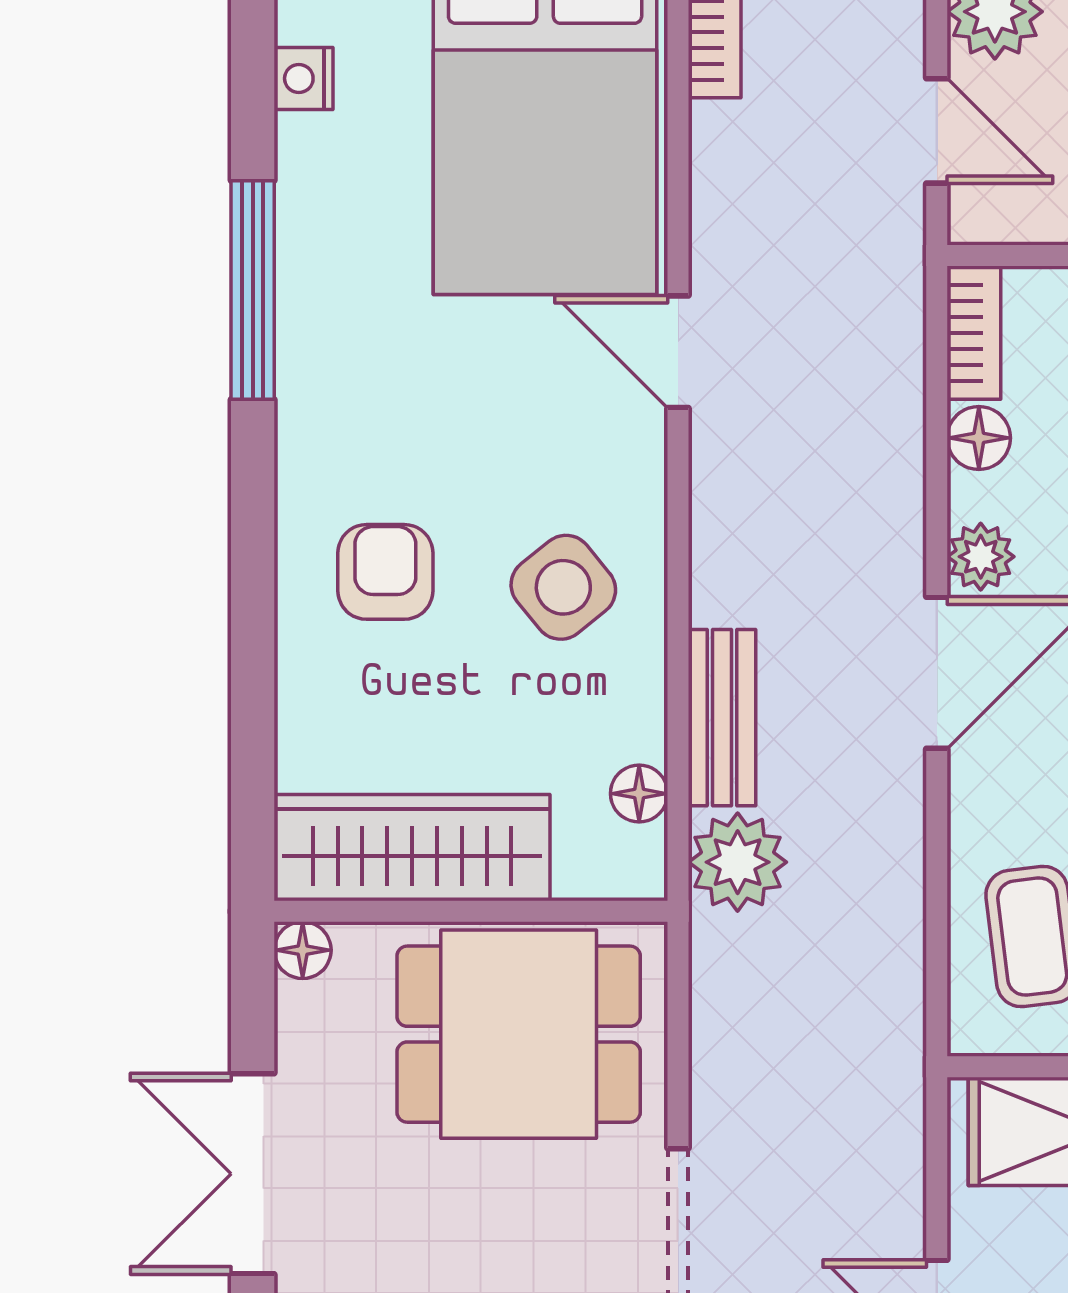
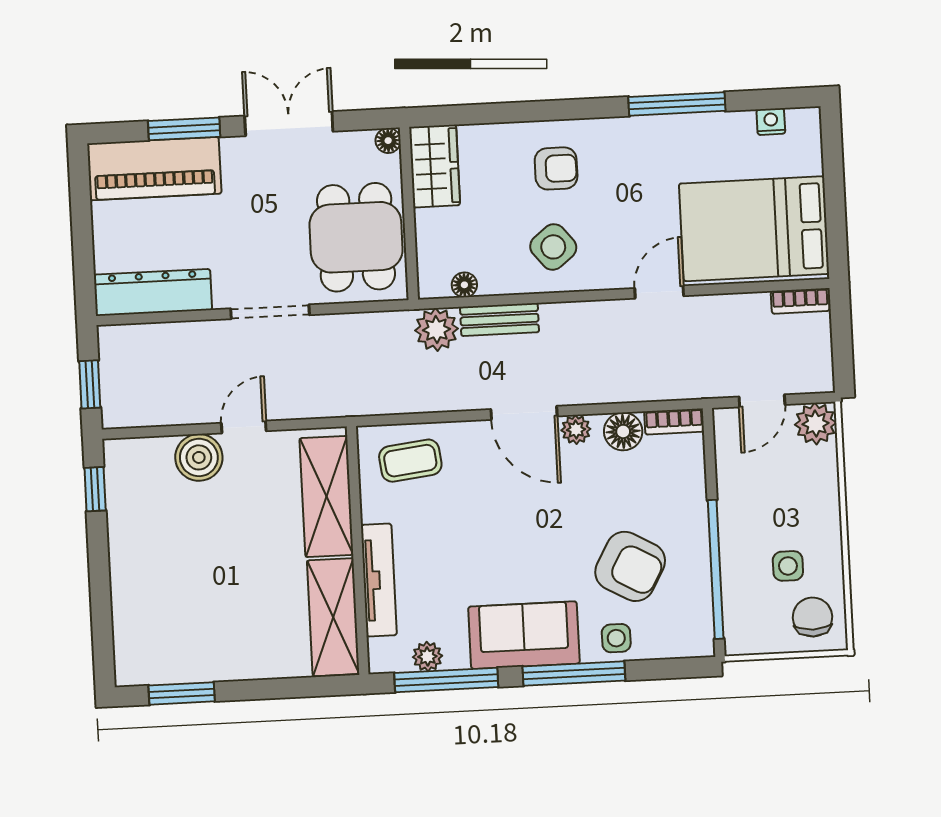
floor lamp: (979, 438) -> (623, 431), width x1.37, depth x1.37
wardrobe: (412, 848) -> (435, 166), width x0.67

